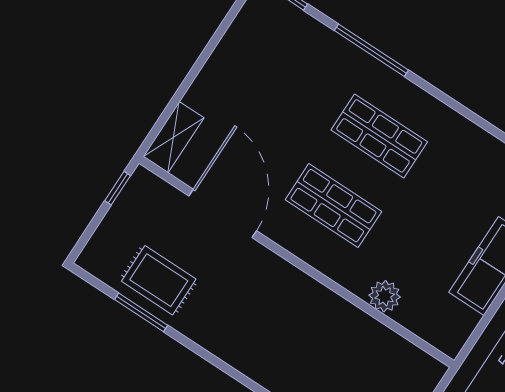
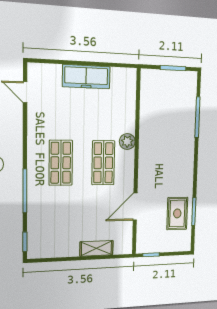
shelving: (174, 137) -> (96, 248), moved
door: (223, 213) -> (135, 206), width x0.73
plant: (385, 296) -> (127, 142), moved

